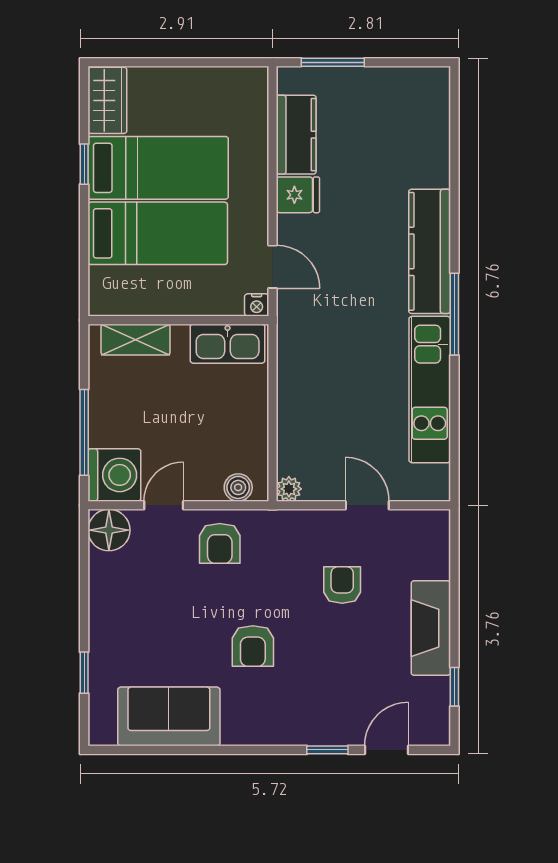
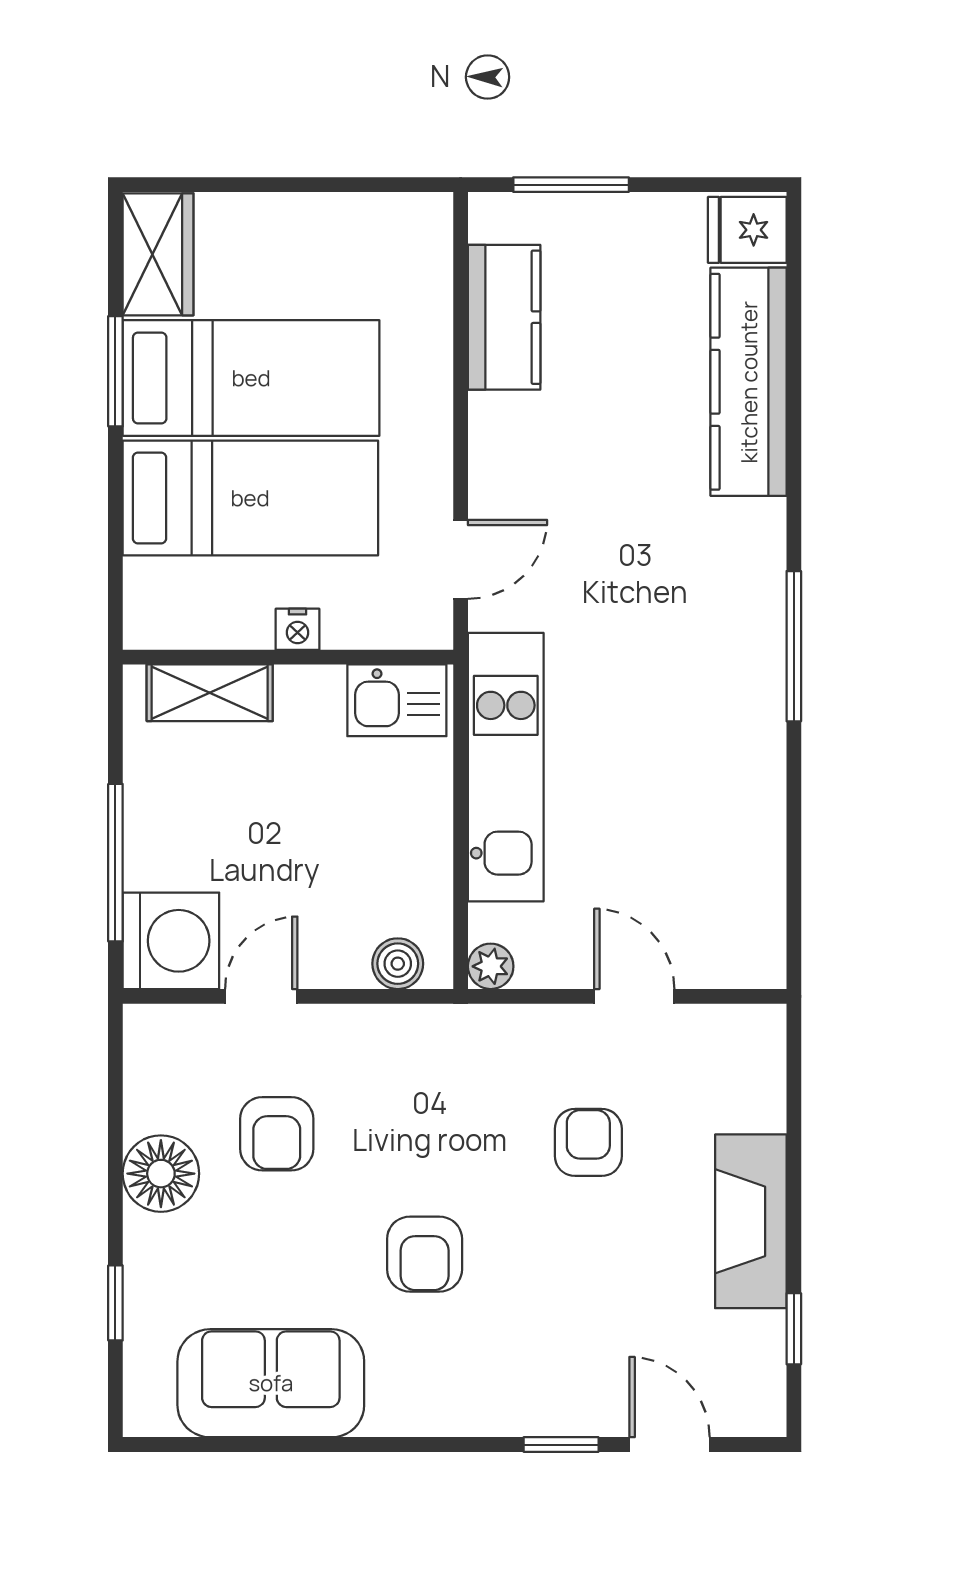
window: (84, 164) -> (115, 371), width x1.50
fridge: (298, 195) -> (747, 230), moved, turned 180
kitchen counter: (430, 251) -> (749, 382), moved
door: (272, 267) -> (461, 559), hinge flipped
nightstand: (257, 305) -> (298, 629), moved
kitchen sink: (228, 344) -> (397, 700), width x0.73
kitchen unit: (430, 390) -> (506, 767), moved, turned 180
floor lamp: (109, 530) -> (161, 1174), moved
armchair: (220, 543) -> (277, 1134), moved
door: (386, 750) -> (669, 1445), hinge flipped

